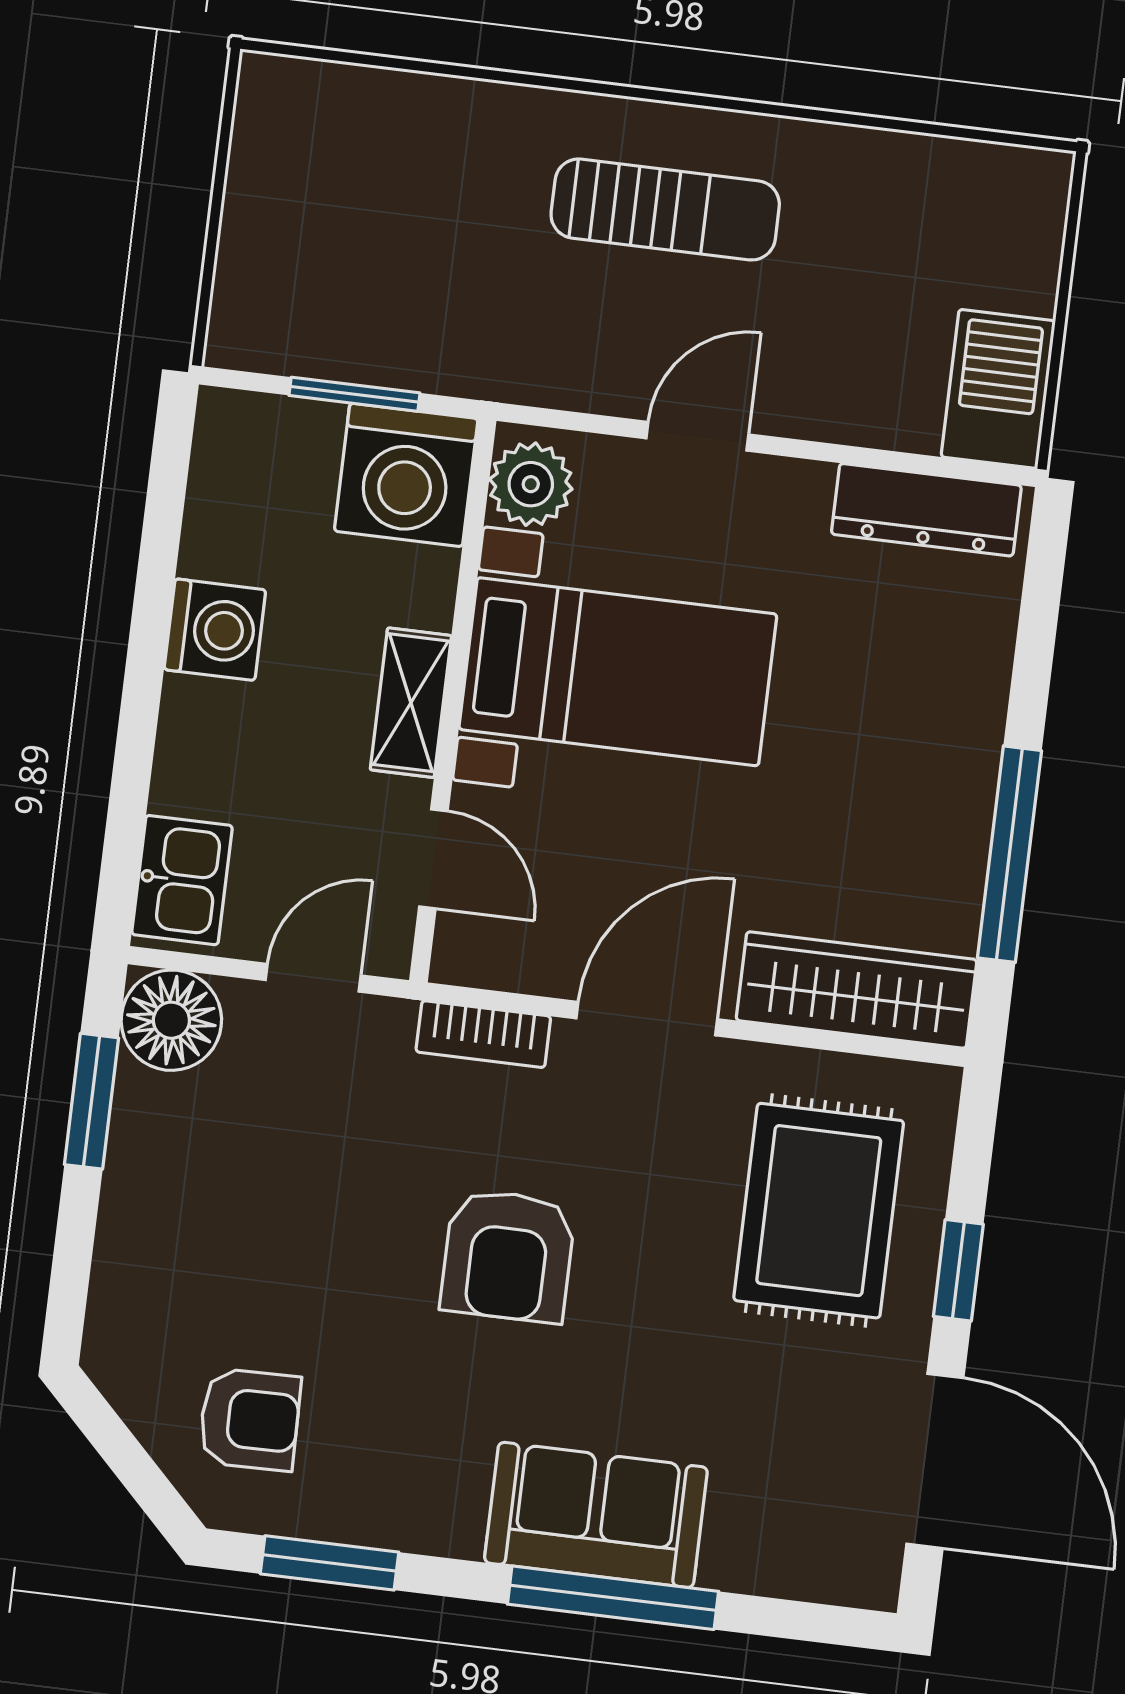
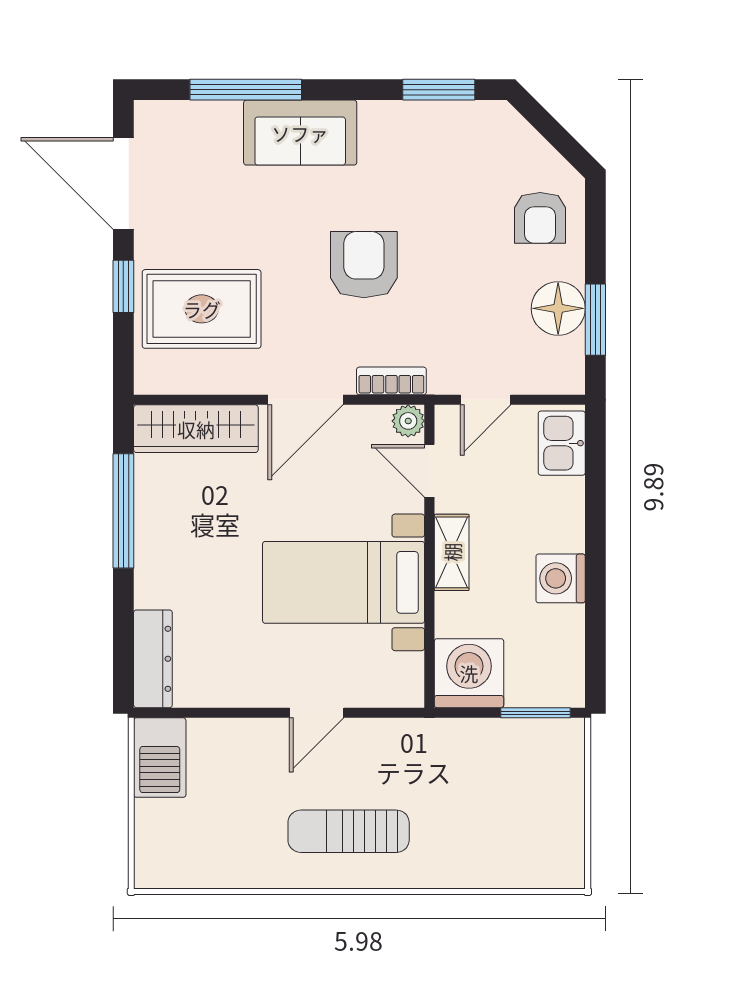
window: (355, 394) -> (536, 713), moved
plant: (531, 484) -> (408, 421), moved, width x0.73, depth x0.73
dresser: (926, 510) -> (153, 659), moved, turned 90
floor lamp: (171, 1020) -> (558, 308), moved
rug: (819, 1211) -> (202, 309), turned 90
armchair: (250, 1419) -> (540, 218), moved, turned -89
window: (613, 1598) -> (246, 90), moved

